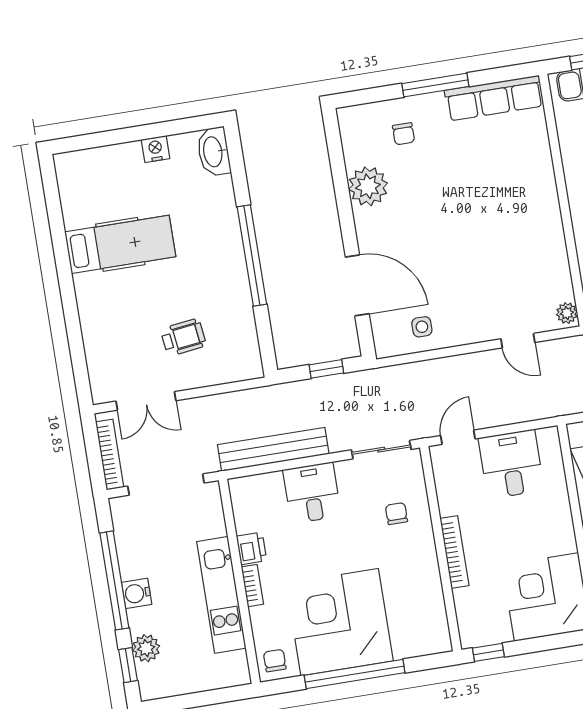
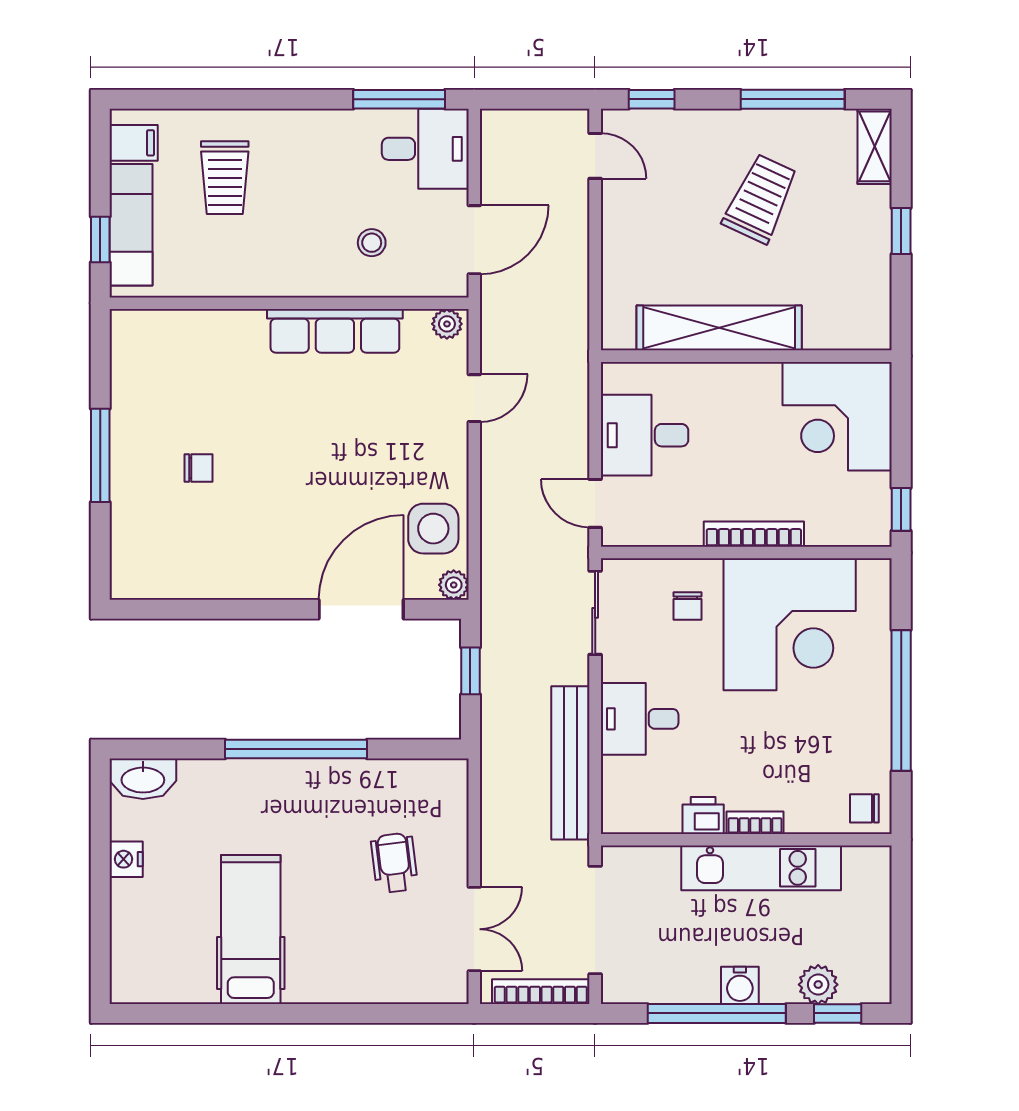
row of seats: (494, 98) -> (335, 331), moved, turned 90
chair: (404, 134) -> (199, 468), moved
plant: (368, 186) -> (454, 585), moved, width x0.53, depth x0.53
side table: (422, 327) -> (433, 529), width x1.87, depth x1.87
chair: (396, 514) -> (687, 606), turned -90
corner desk: (340, 622) -> (790, 624), moved, turned -90

